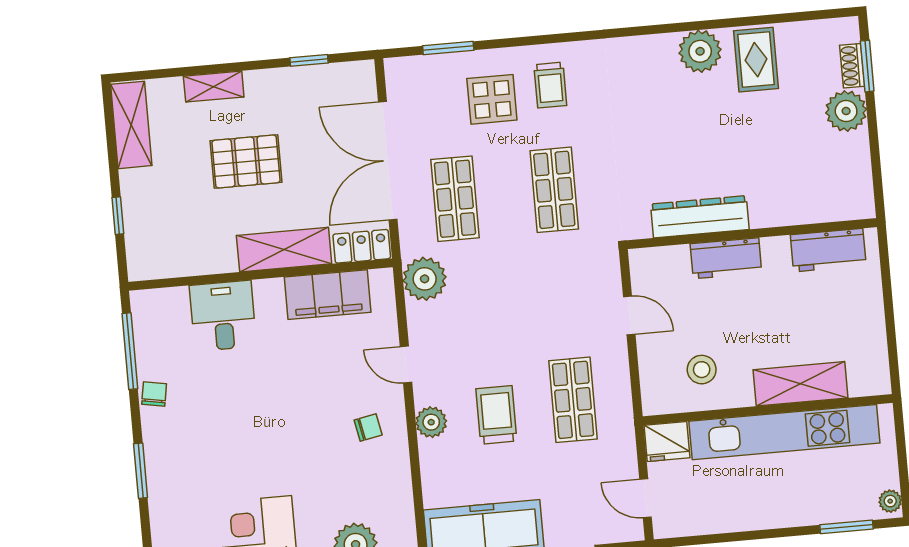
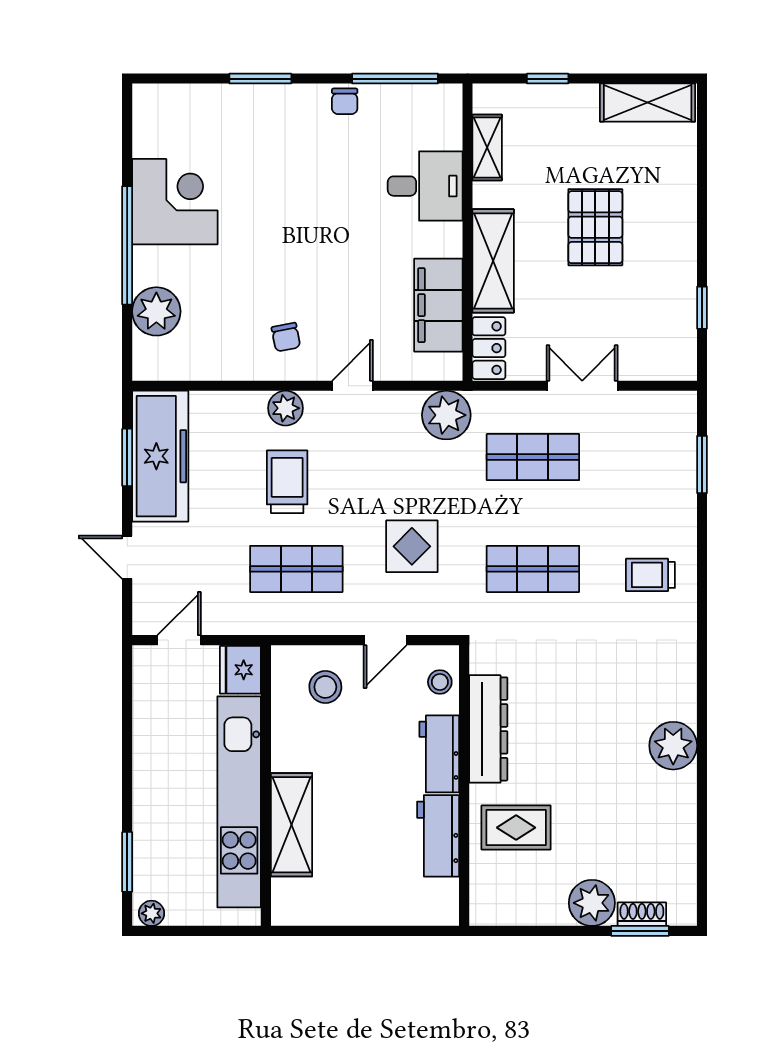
rug: (756, 60) -> (516, 828), moved
shelving: (214, 87) -> (487, 147), moved
display table: (492, 99) -> (412, 546), moved
double door: (388, 161) -> (582, 386), width x0.54
workbench: (828, 250) -> (438, 836), moved
stool: (662, 263) -> (440, 682), added
stool: (702, 370) -> (325, 687), moved
chair: (154, 394) -> (345, 101), turned 80
trolley: (496, 415) -> (287, 482), turned -90

